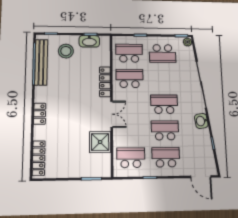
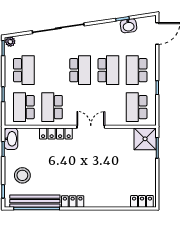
washbasin: (89, 41) -> (11, 139), moved
school desk: (164, 104) -> (80, 70), turned 180
locker: (40, 114) -> (73, 201), moved
washbasin: (201, 121) -> (128, 26), moved
school desk: (165, 130) -> (108, 70), turned 180
shower: (100, 142) -> (145, 139), moved
locker: (39, 158) -> (142, 201), width x0.66

